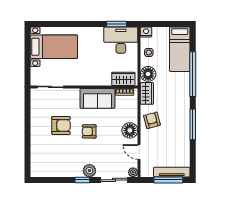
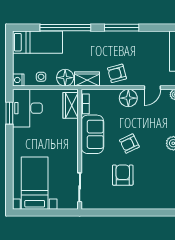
armchair: (89, 131) -> (129, 144), turned 64

